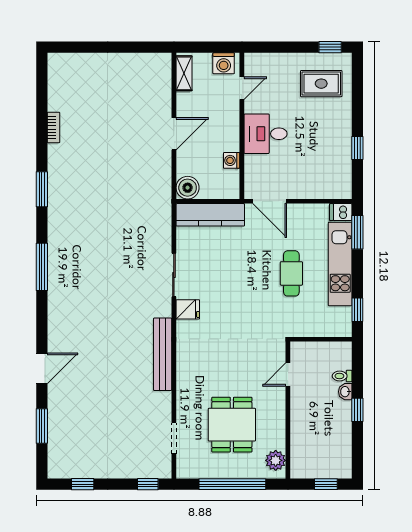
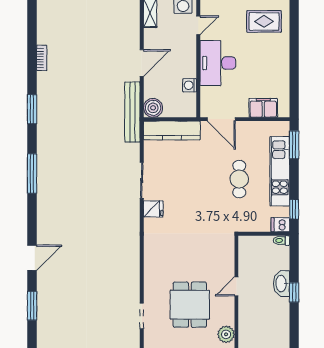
desk: (266, 134) -> (218, 63), width x1.37
window: (357, 148) -> (294, 75), removed
filing cabinet: (320, 188) -> (263, 108), added
dishwasher: (341, 212) -> (280, 225), moved
bench: (163, 354) -> (132, 112), moved
door: (288, 374) -> (236, 286), moved
toilet: (342, 376) -> (281, 241), moved
washbasin: (345, 392) -> (282, 284), width x1.91, depth x1.45

